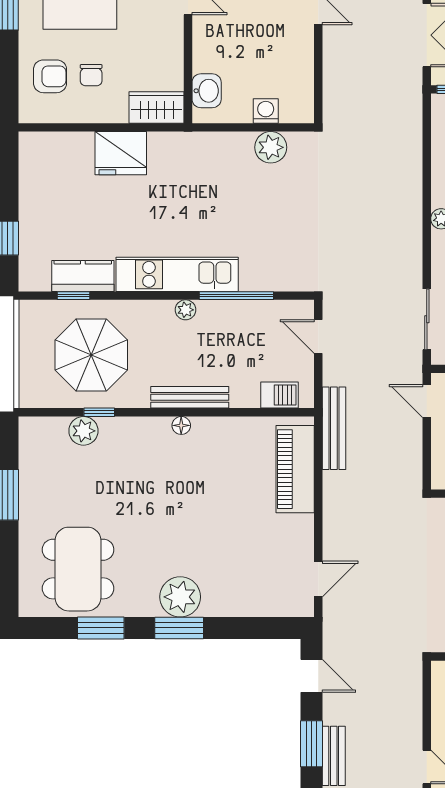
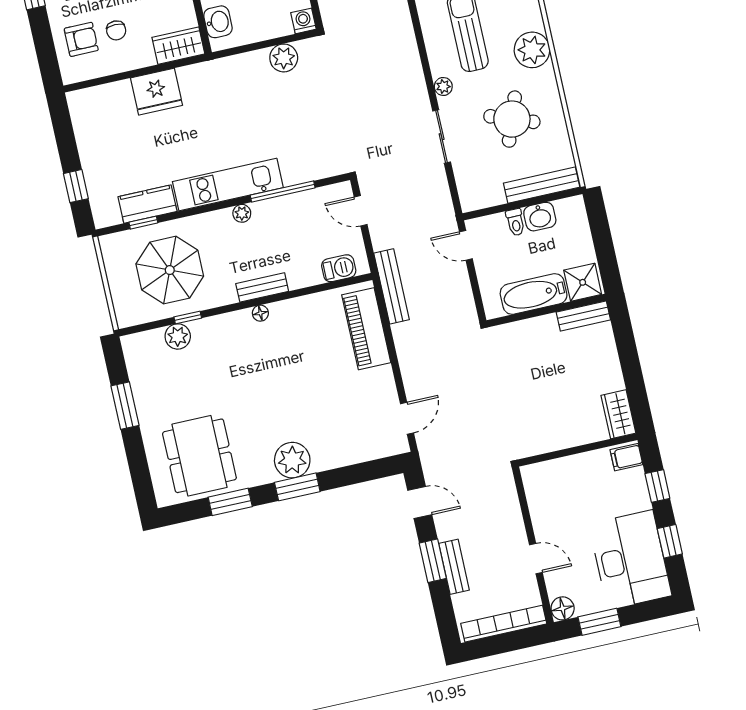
washing machine: (266, 111) -> (303, 21), moved
sliding door: (427, 319) -> (442, 137), moved
bench: (190, 397) -> (262, 287), width x0.73

